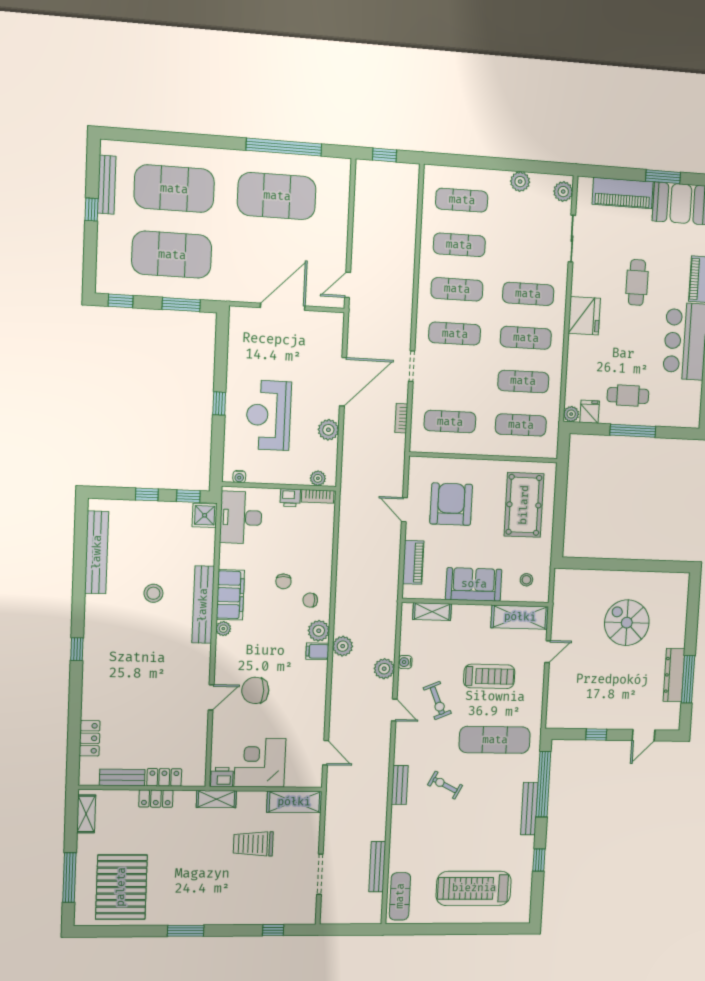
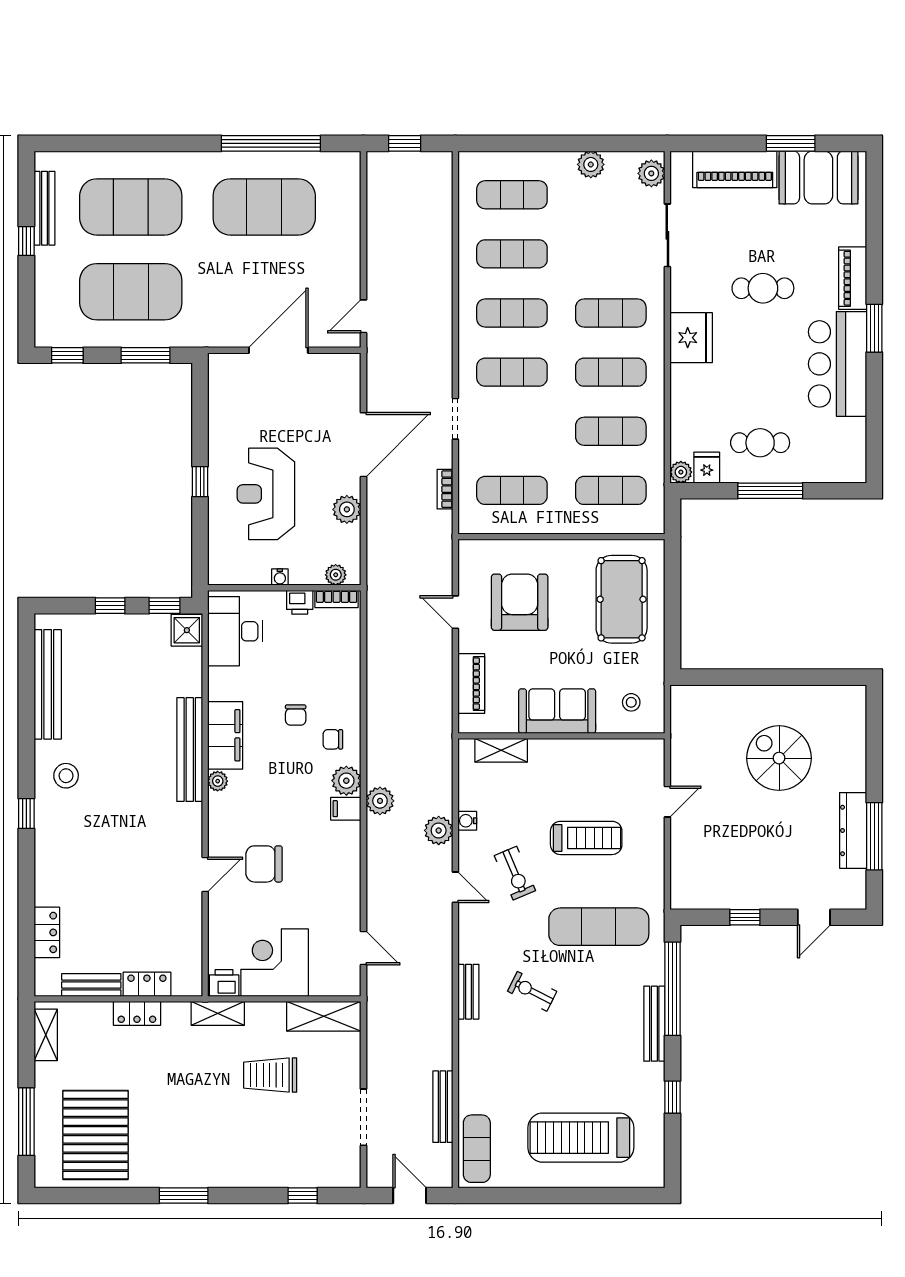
cafe table: (637, 282) -> (763, 288), turned 90
water cooler: (239, 477) -> (280, 577), moved
stool: (153, 593) -> (66, 776), moved
shelving: (520, 617) -> (625, 754), removed
door: (350, 930) -> (410, 1196), added

